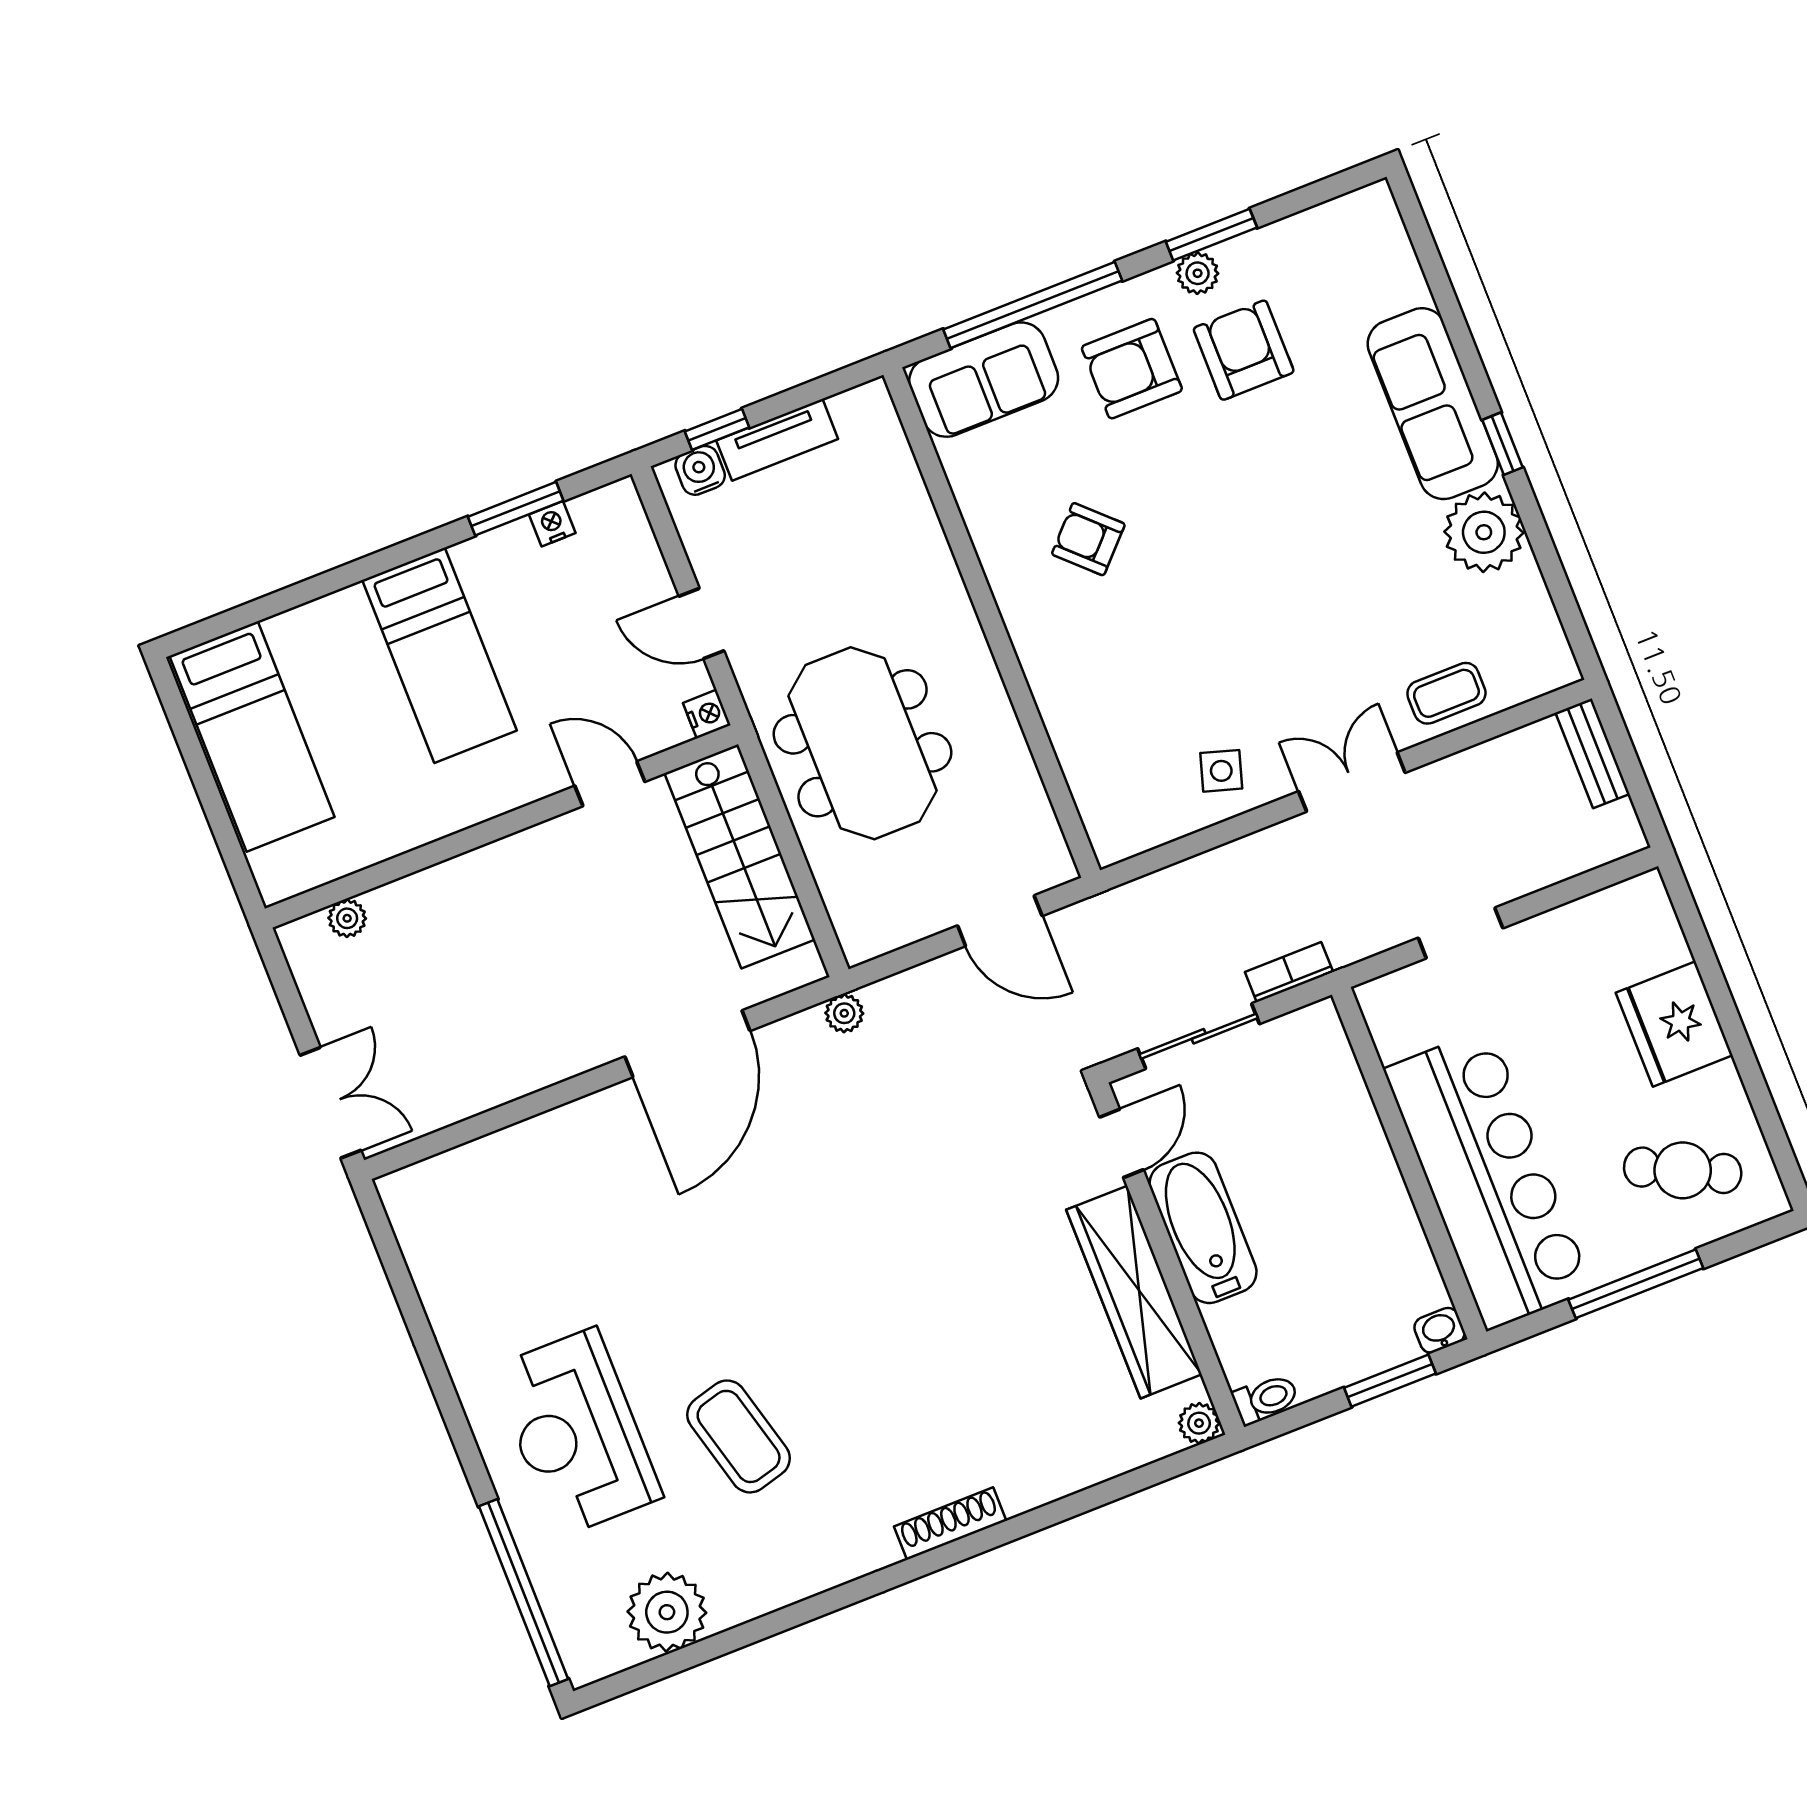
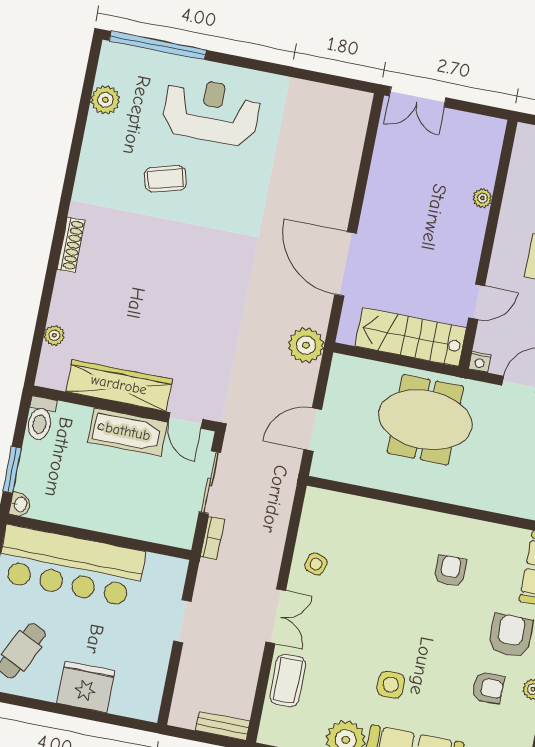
armchair: (1244, 350) -> (488, 688), width x0.72, depth x0.72
side table: (1343, 516) -> (391, 685), added
armchair: (1088, 539) -> (450, 571), turned -44
coffee table: (1446, 693) -> (288, 680), width x1.36, depth x1.30
plant: (347, 918) -> (482, 198), moved
plant: (844, 1013) -> (306, 345), width x1.87, depth x1.87
toilet: (1266, 1399) -> (41, 419), width x1.37, depth x1.39
plant: (1199, 1423) -> (54, 335), moved
coffee table: (739, 1436) -> (165, 179), width x0.73, depth x0.77
plant: (667, 1612) -> (105, 100), width x0.73, depth x0.73

